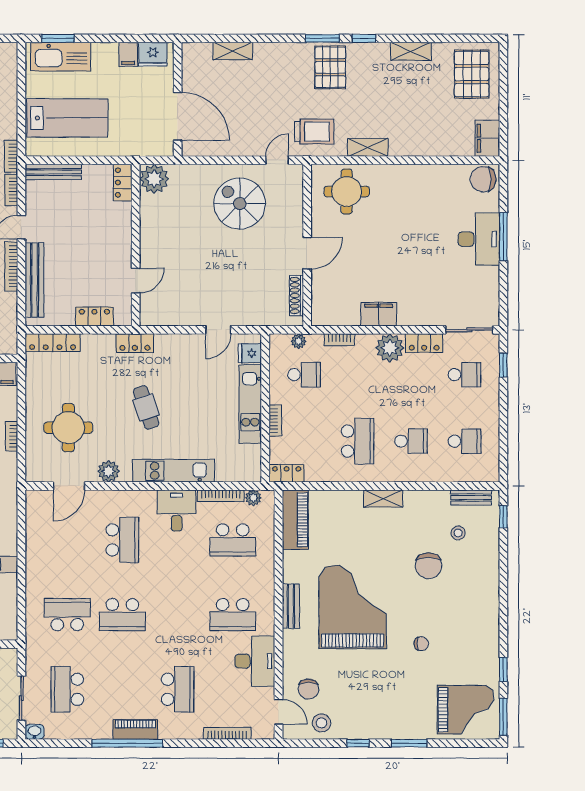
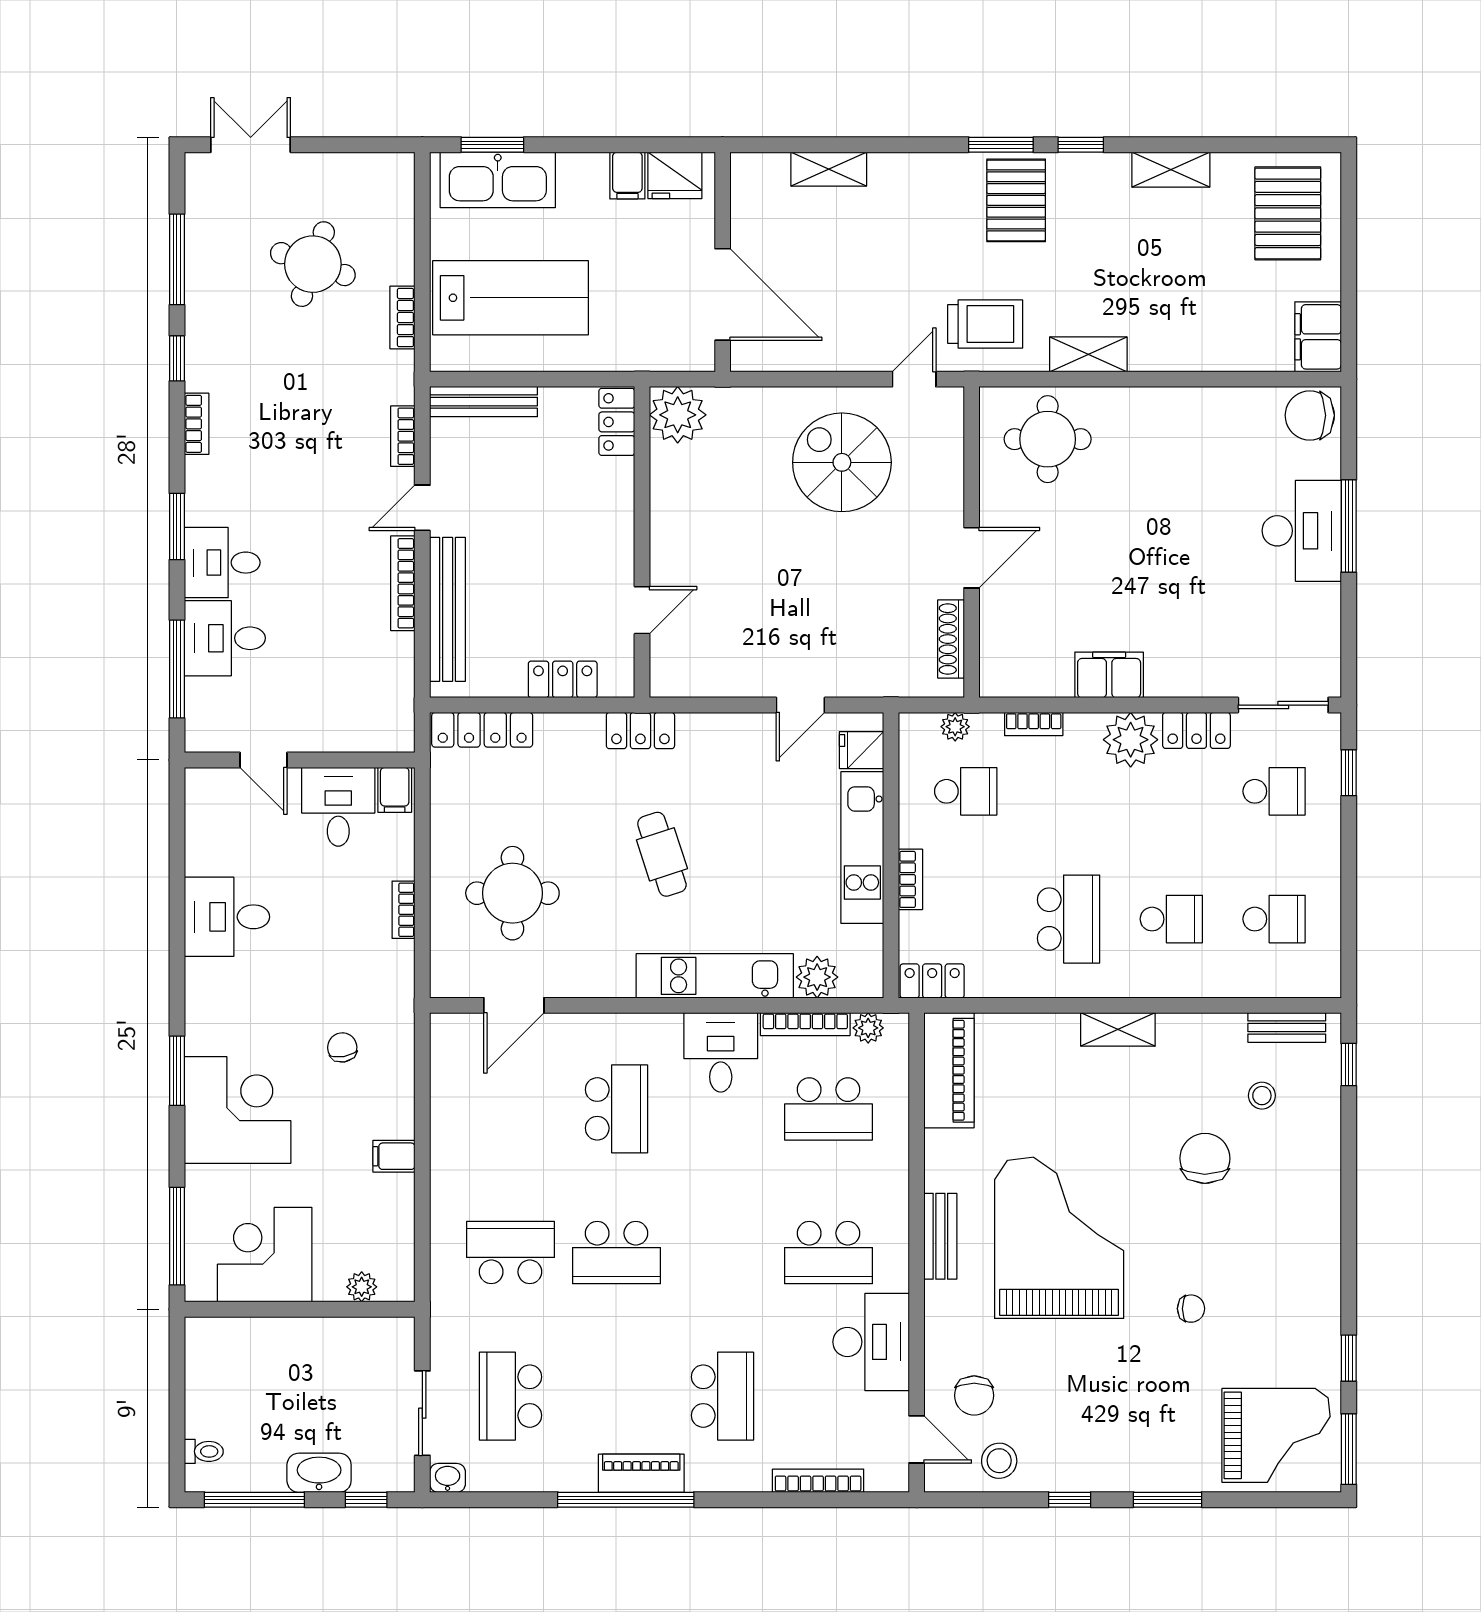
bookcase: (11, 156) -> (402, 318), moved
plant: (109, 471) -> (817, 977), moved
chair: (429, 566) -> (1205, 1158), turned 180

